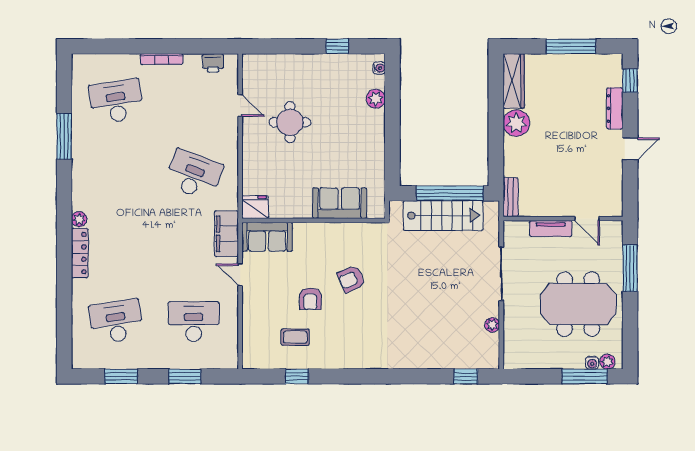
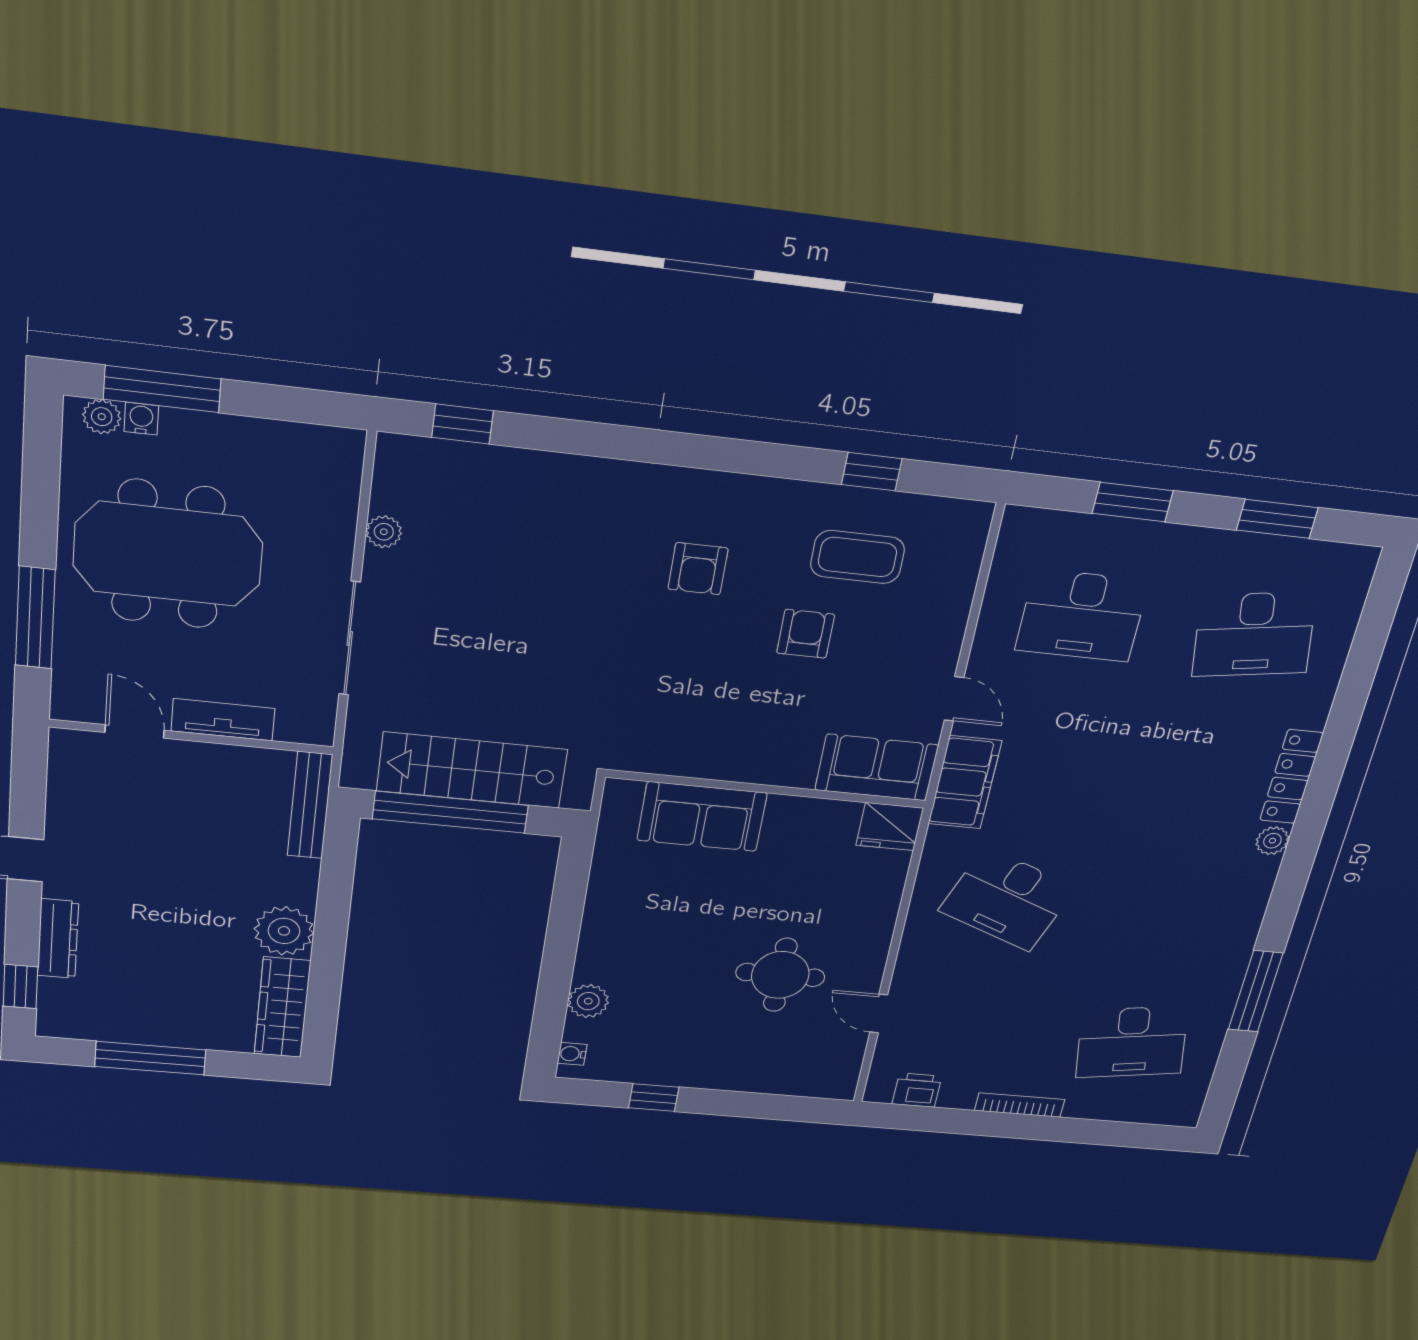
bench: (511, 197) -> (310, 805), width x1.36
armchair: (351, 279) -> (698, 569), moved, turned 113
coffee table: (295, 337) -> (857, 557), width x1.36, depth x1.30

